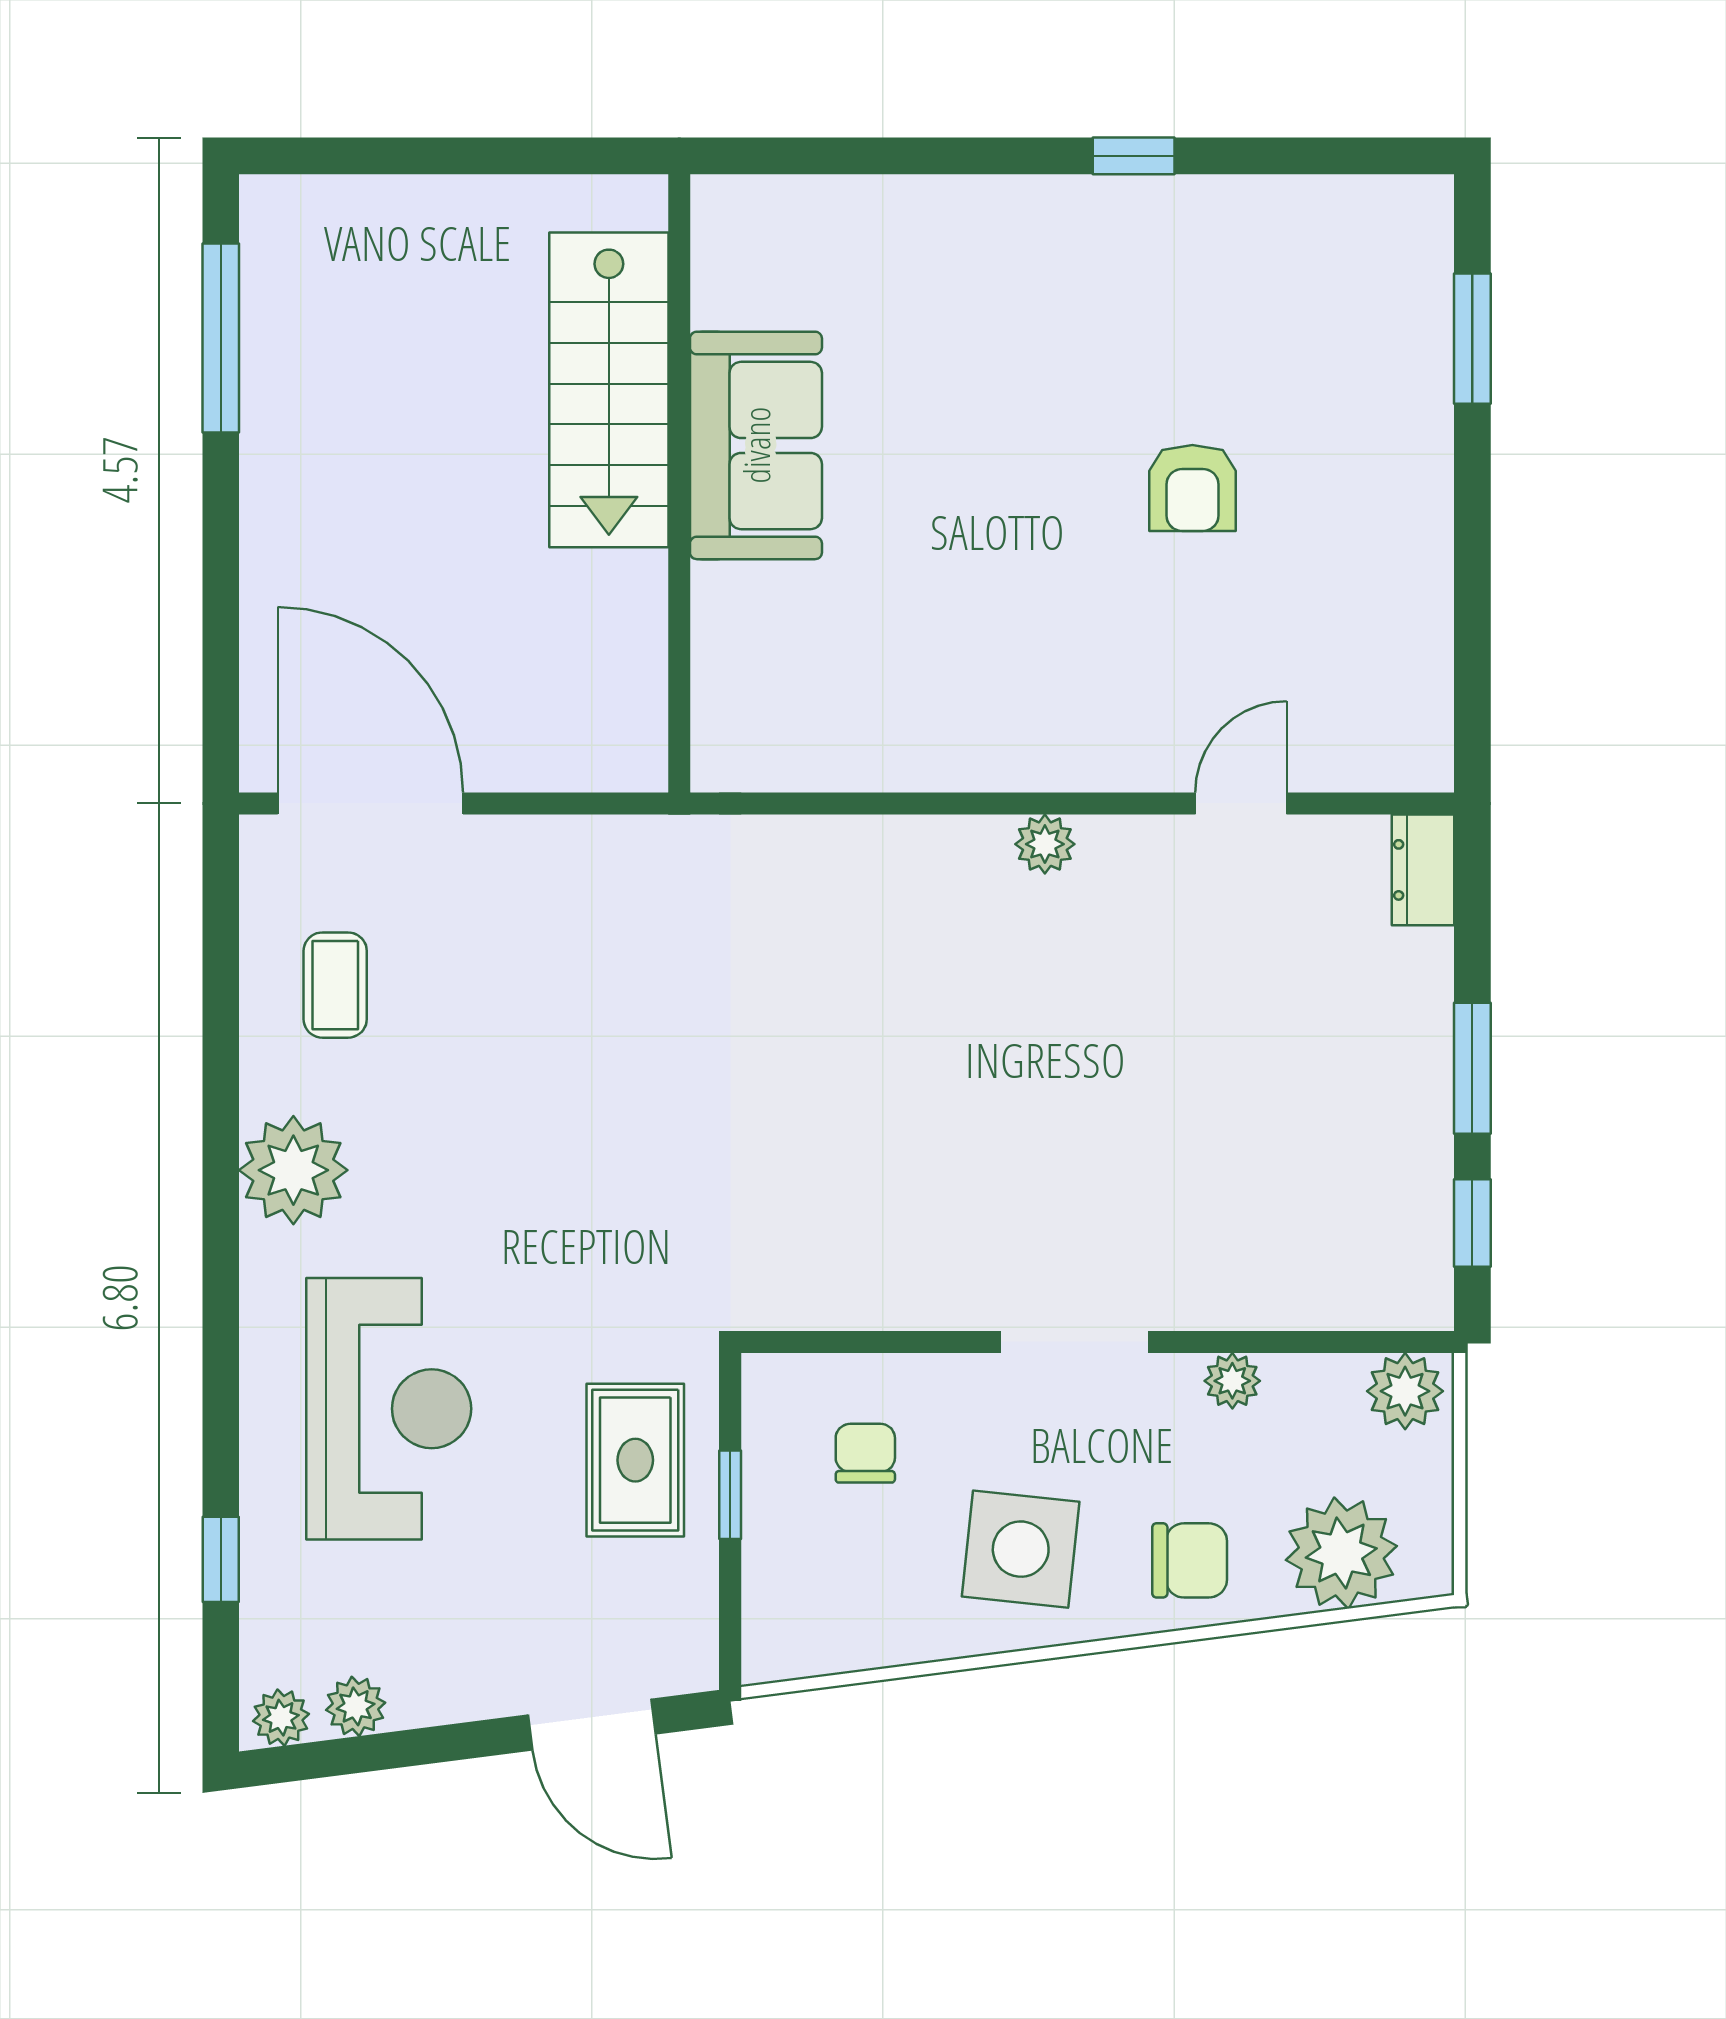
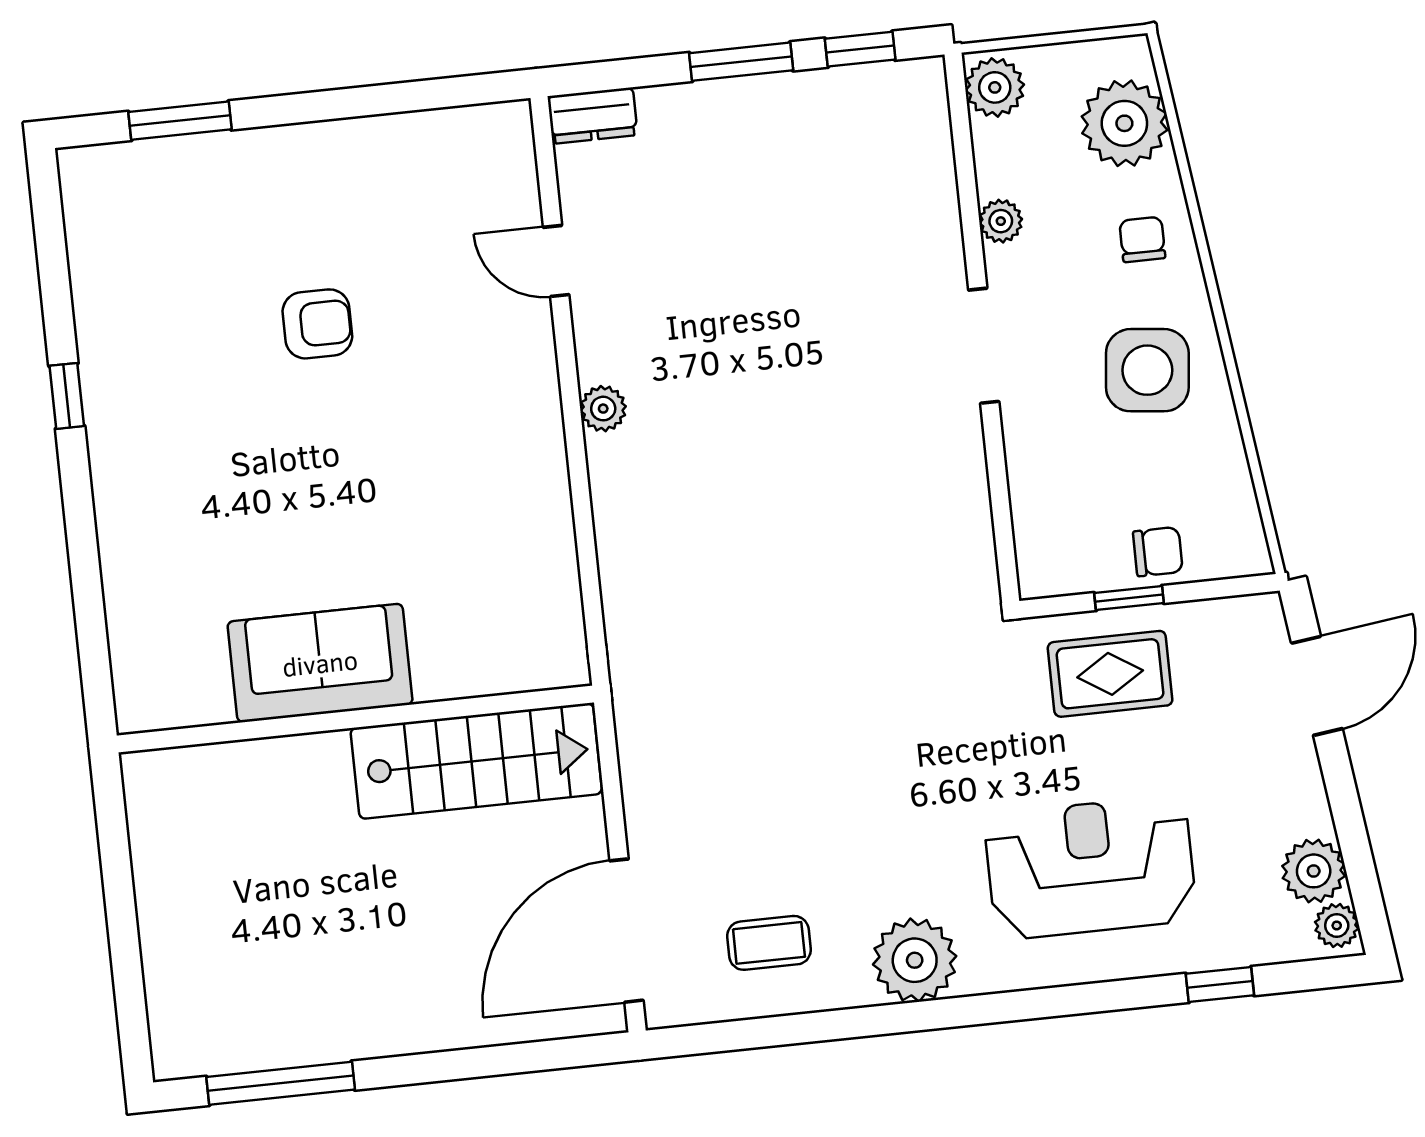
stairs: (609, 390) -> (476, 761), moved
chair: (865, 1453) -> (1158, 552), moved, turned 180
chair: (1190, 1560) -> (1142, 239), width x0.73, depth x0.73
plant: (356, 1706) -> (1314, 871), width x1.38, depth x1.38

